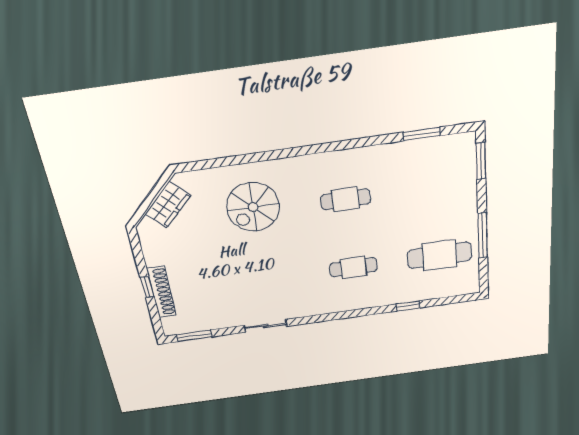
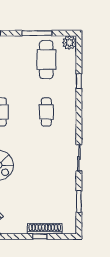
plant: (469, 284) -> (69, 43), added
sliding door: (266, 326) -> (79, 158), moved
window: (194, 336) -> (79, 201), moved

